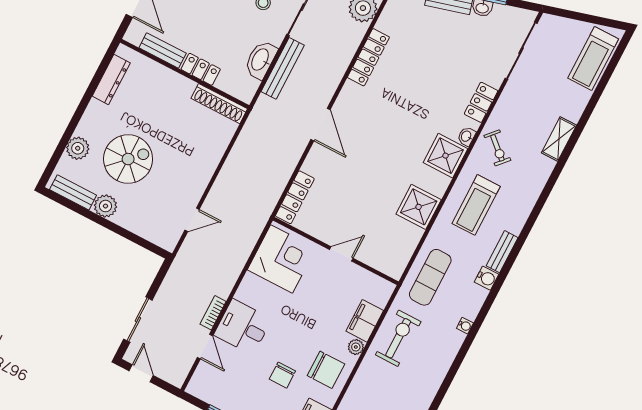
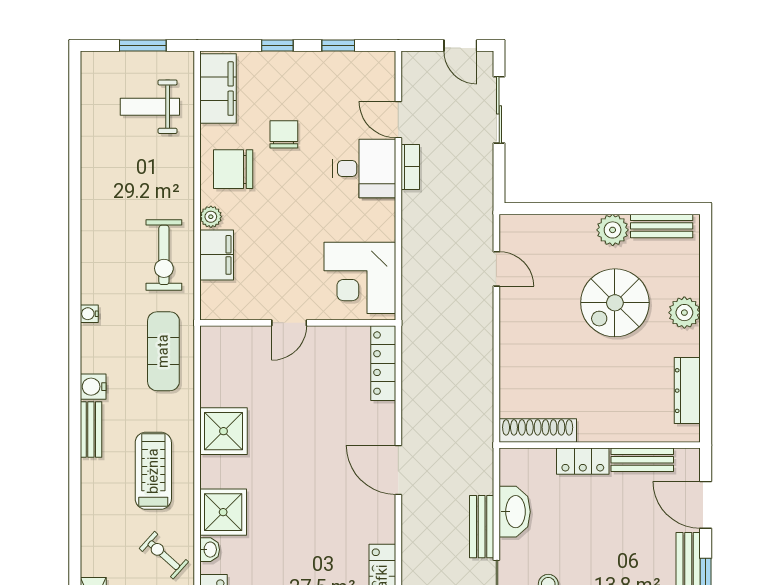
bench: (283, 68) -> (482, 527), width x0.73
plant: (78, 148) -> (684, 313), moved
door: (192, 220) -> (496, 269), swing flipped

